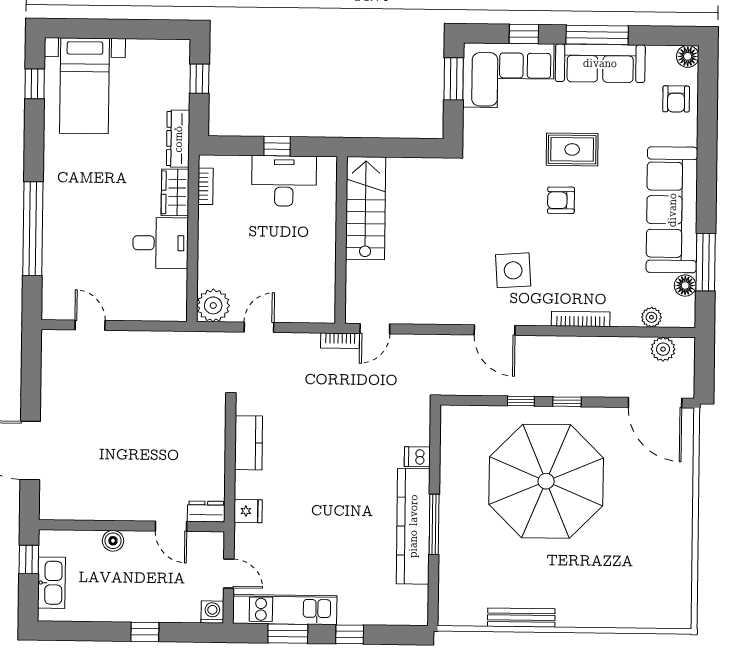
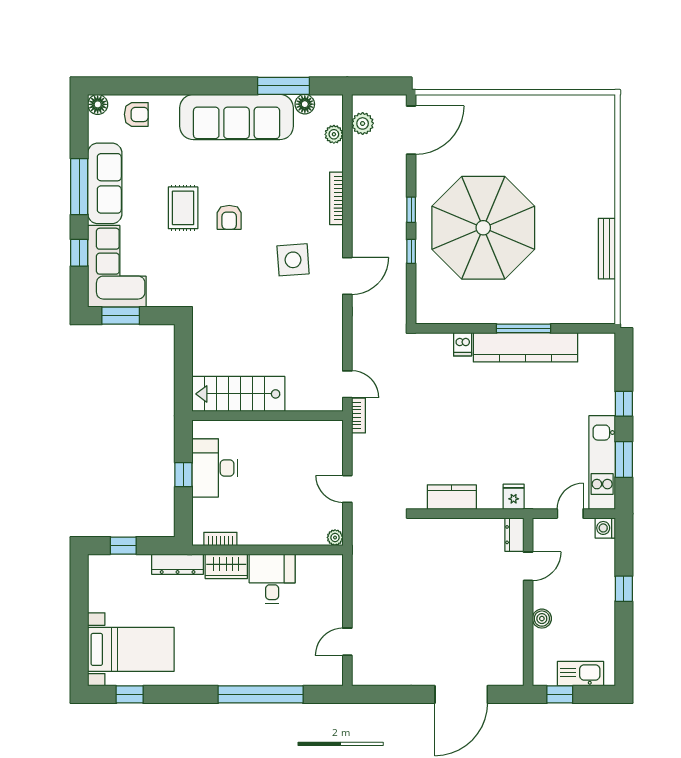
plant: (213, 305) -> (335, 538), width x0.53, depth x0.53

